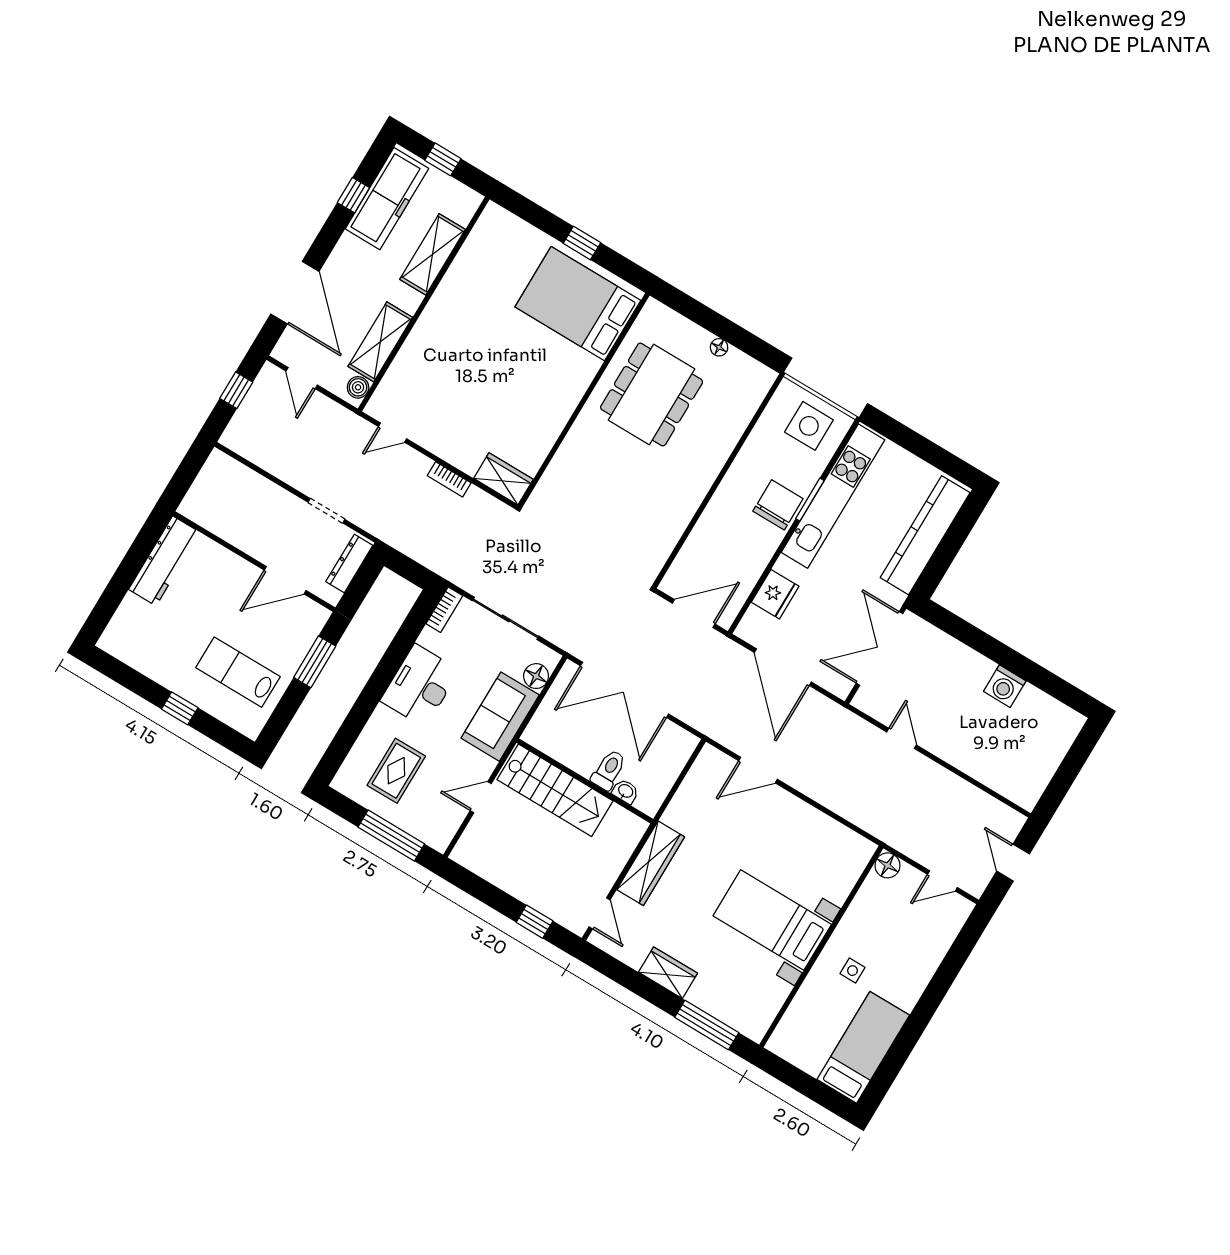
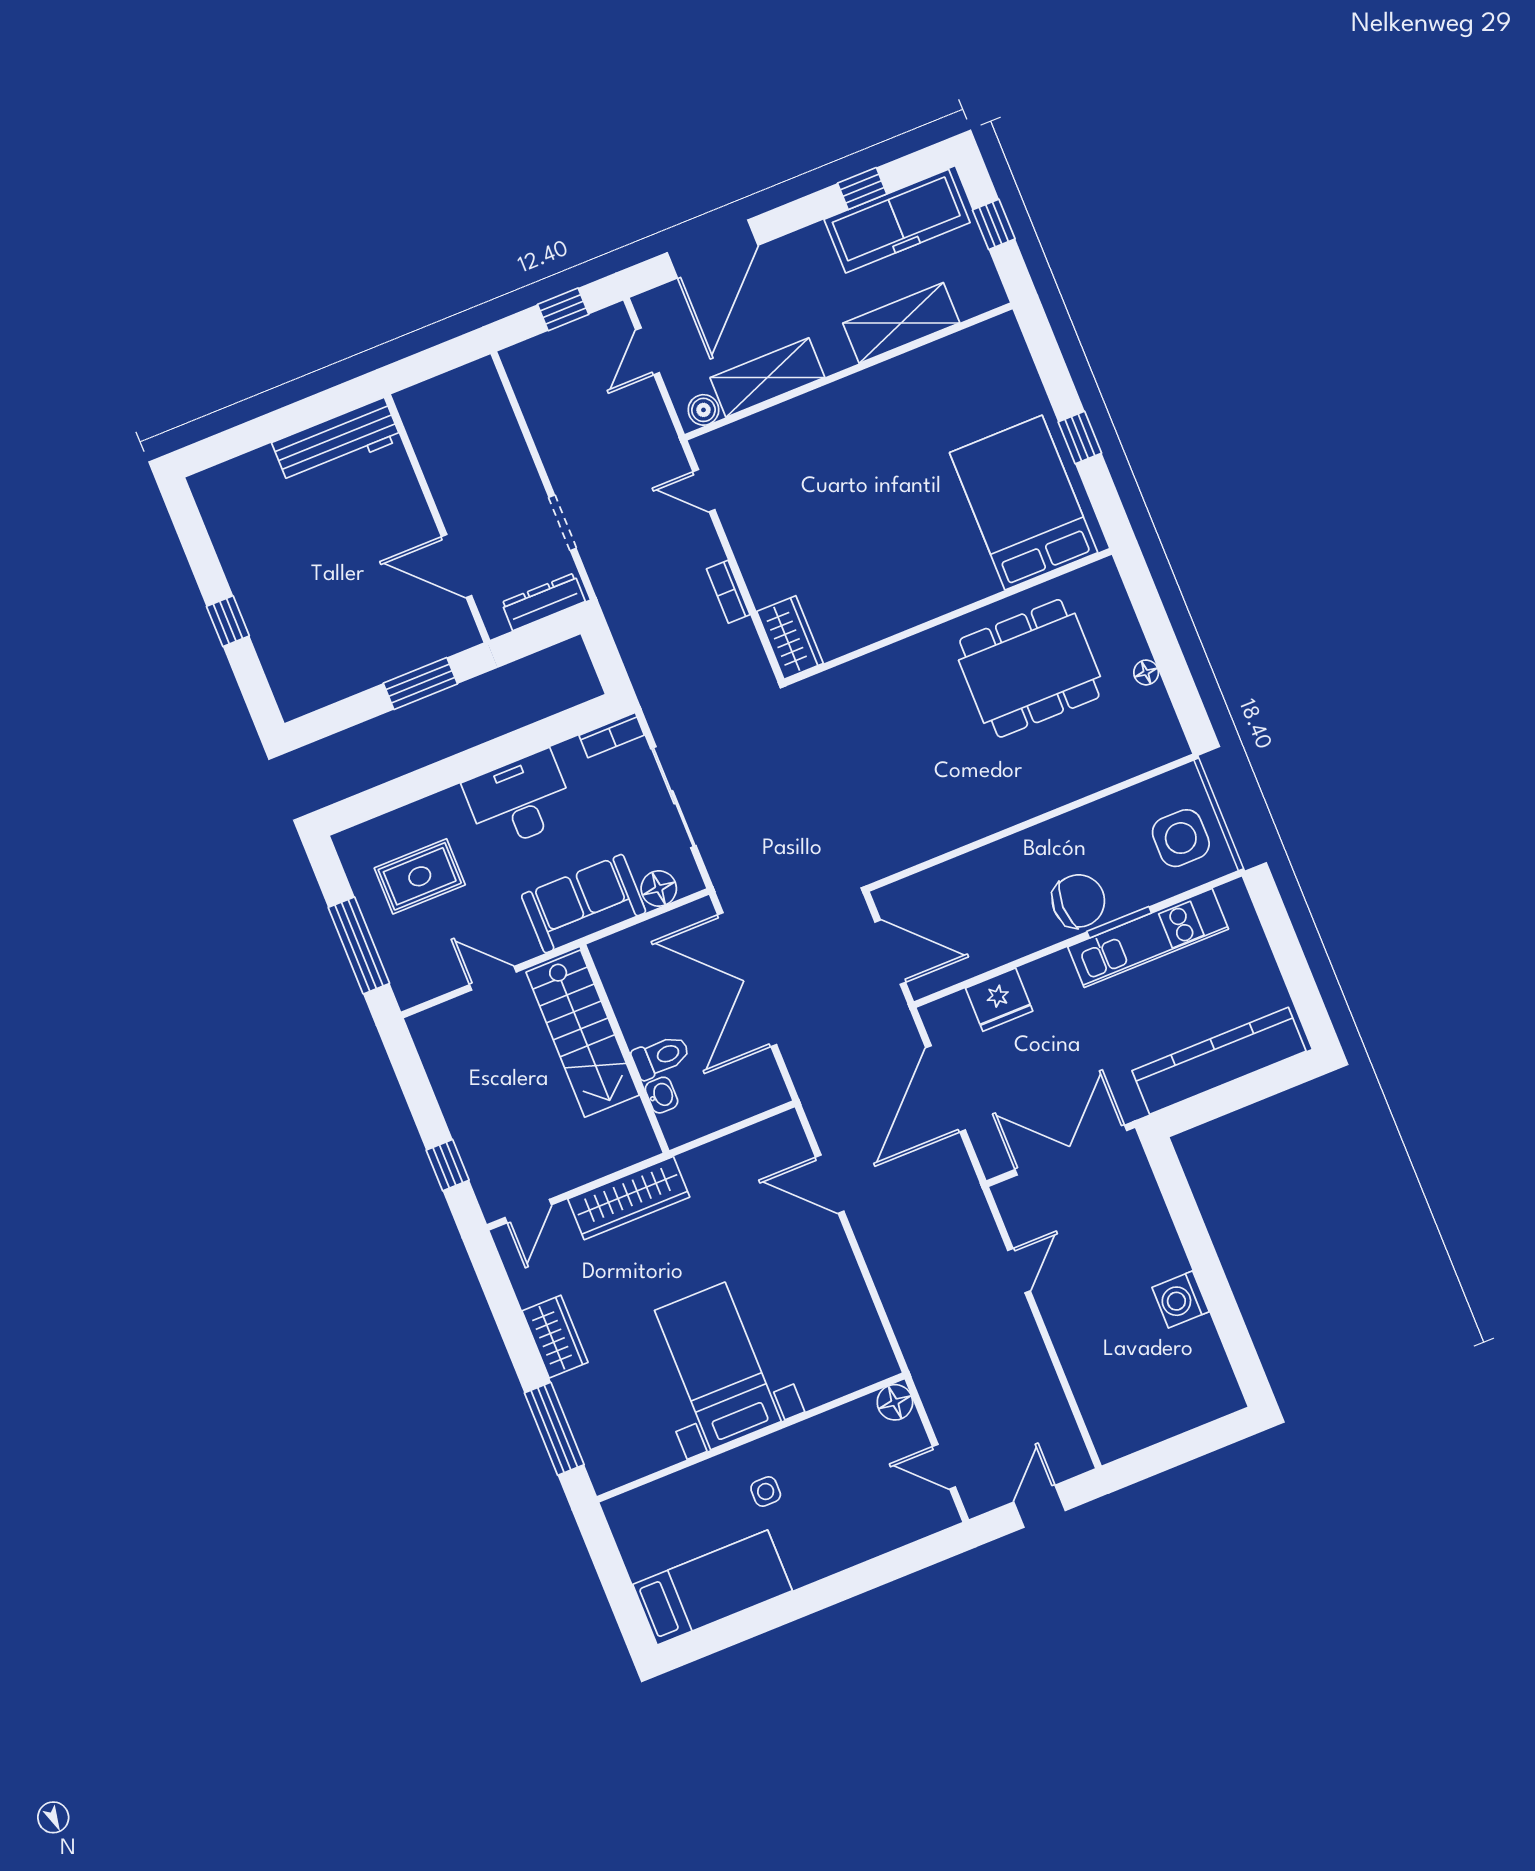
kitchen unit: (833, 496) -> (1148, 938), width x0.73
lab bench: (238, 672) -> (325, 630), removed

